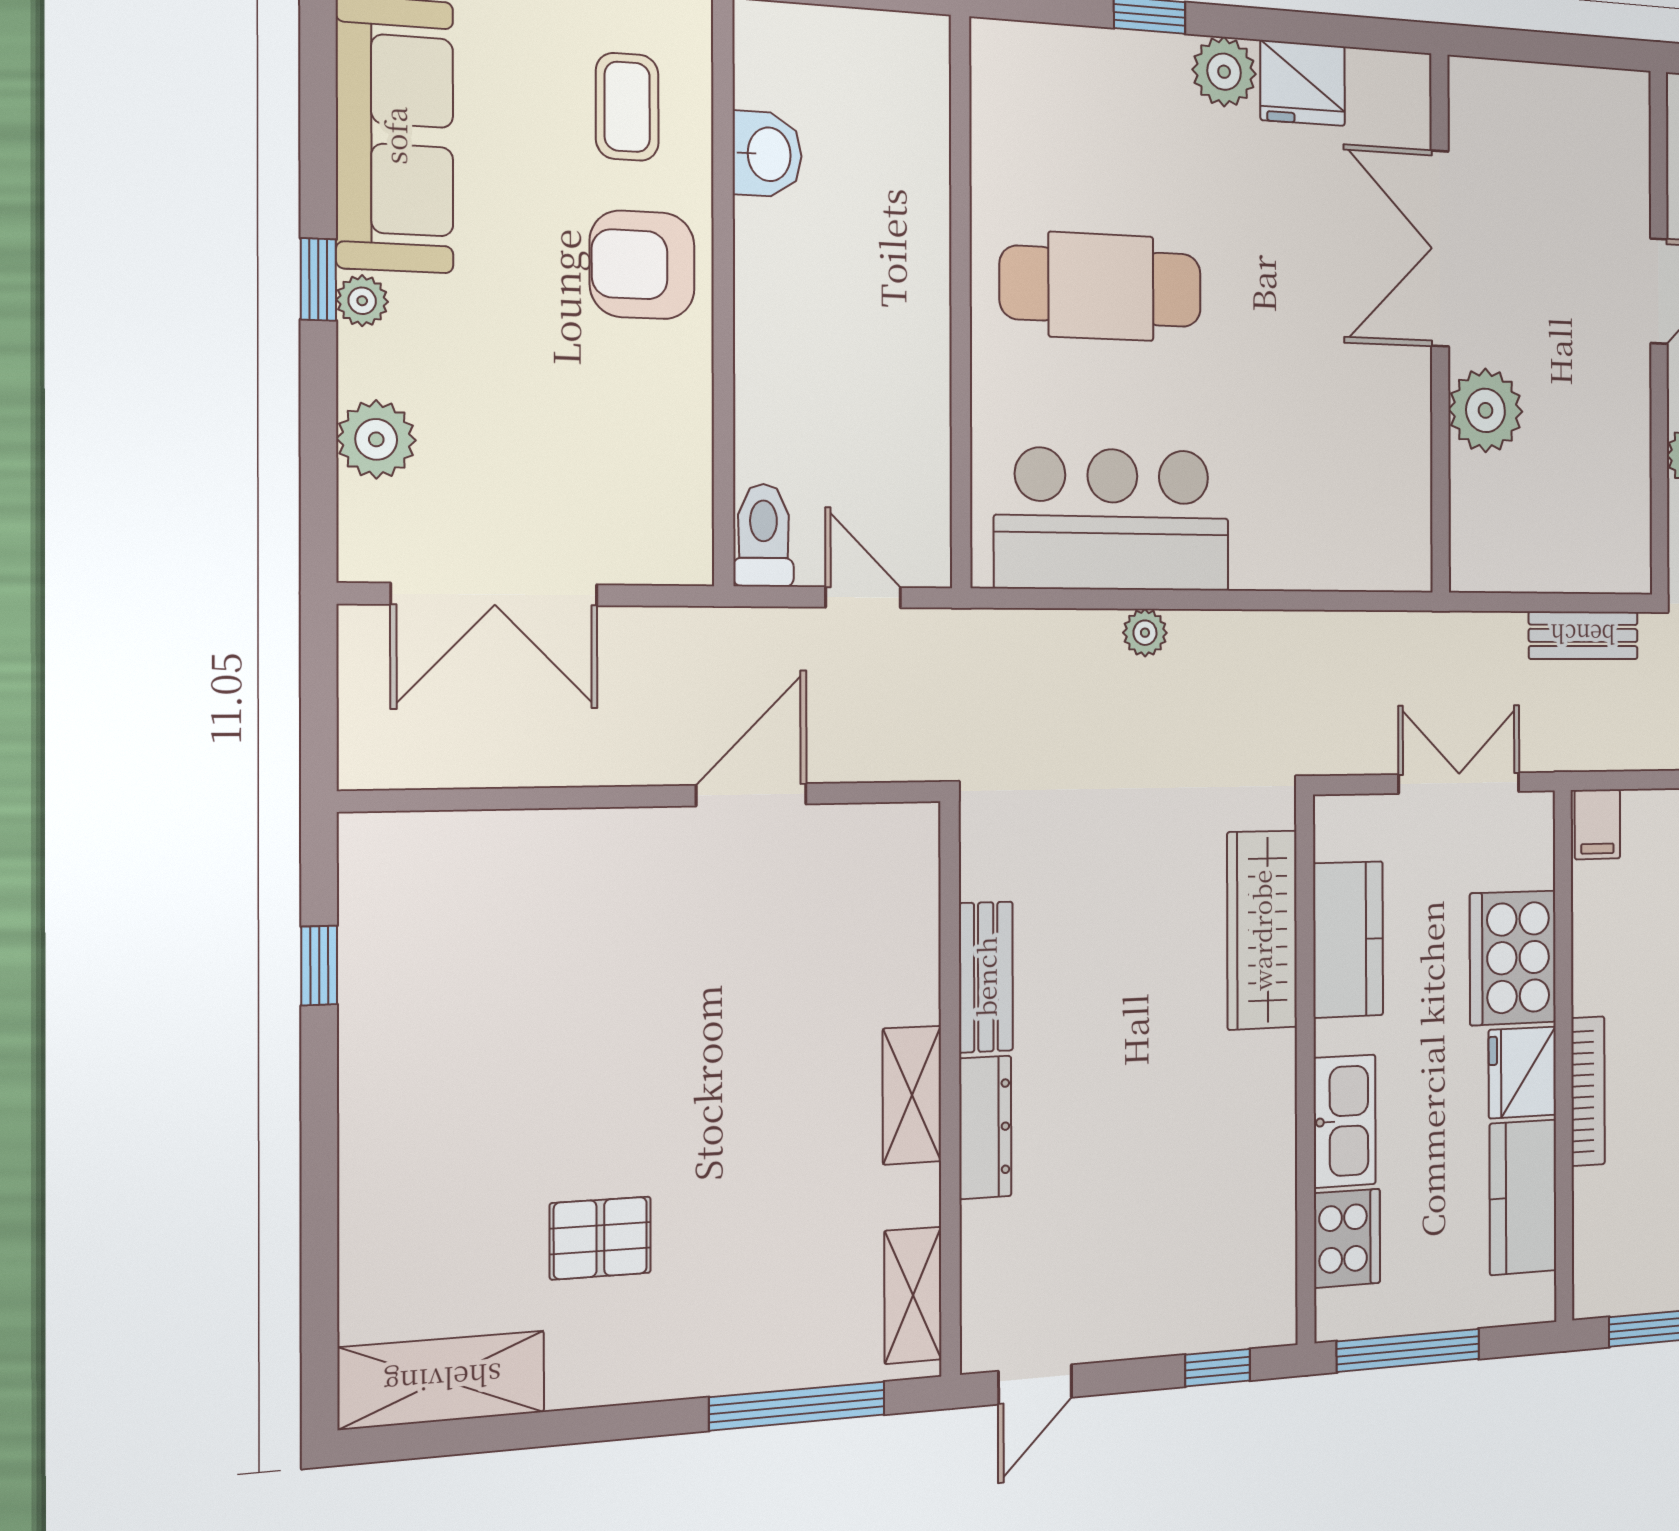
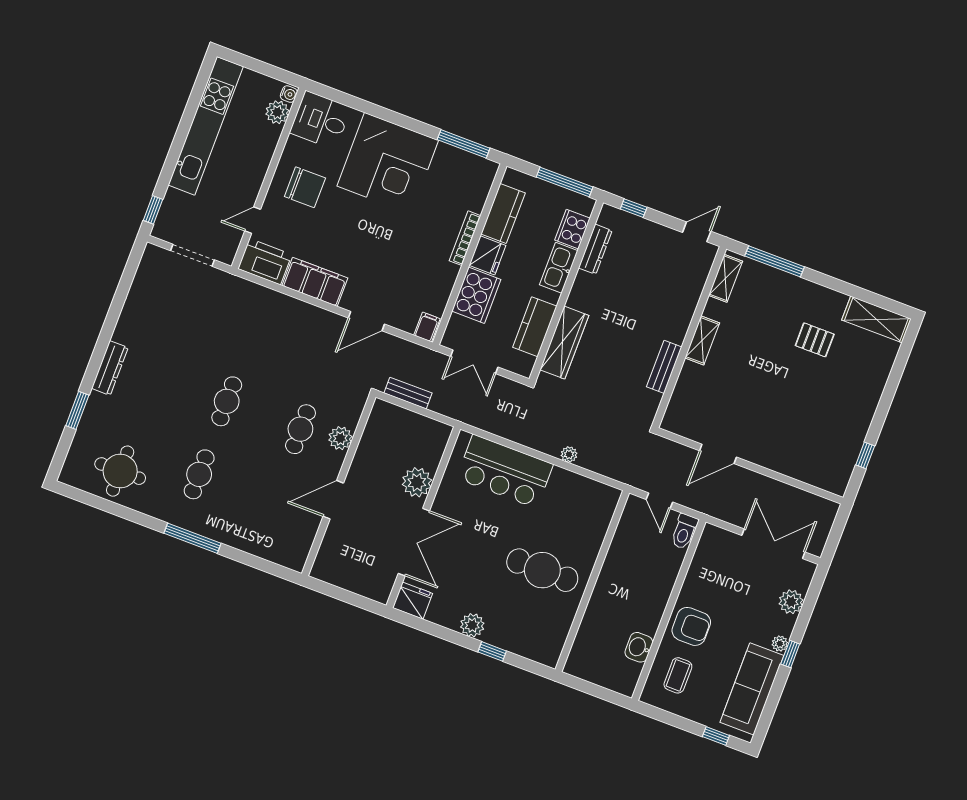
fridge: (1303, 83) -> (413, 601), moved
bar counter: (1112, 519) -> (505, 471), moved
dresser: (985, 1127) -> (595, 249), moved, turned 180

